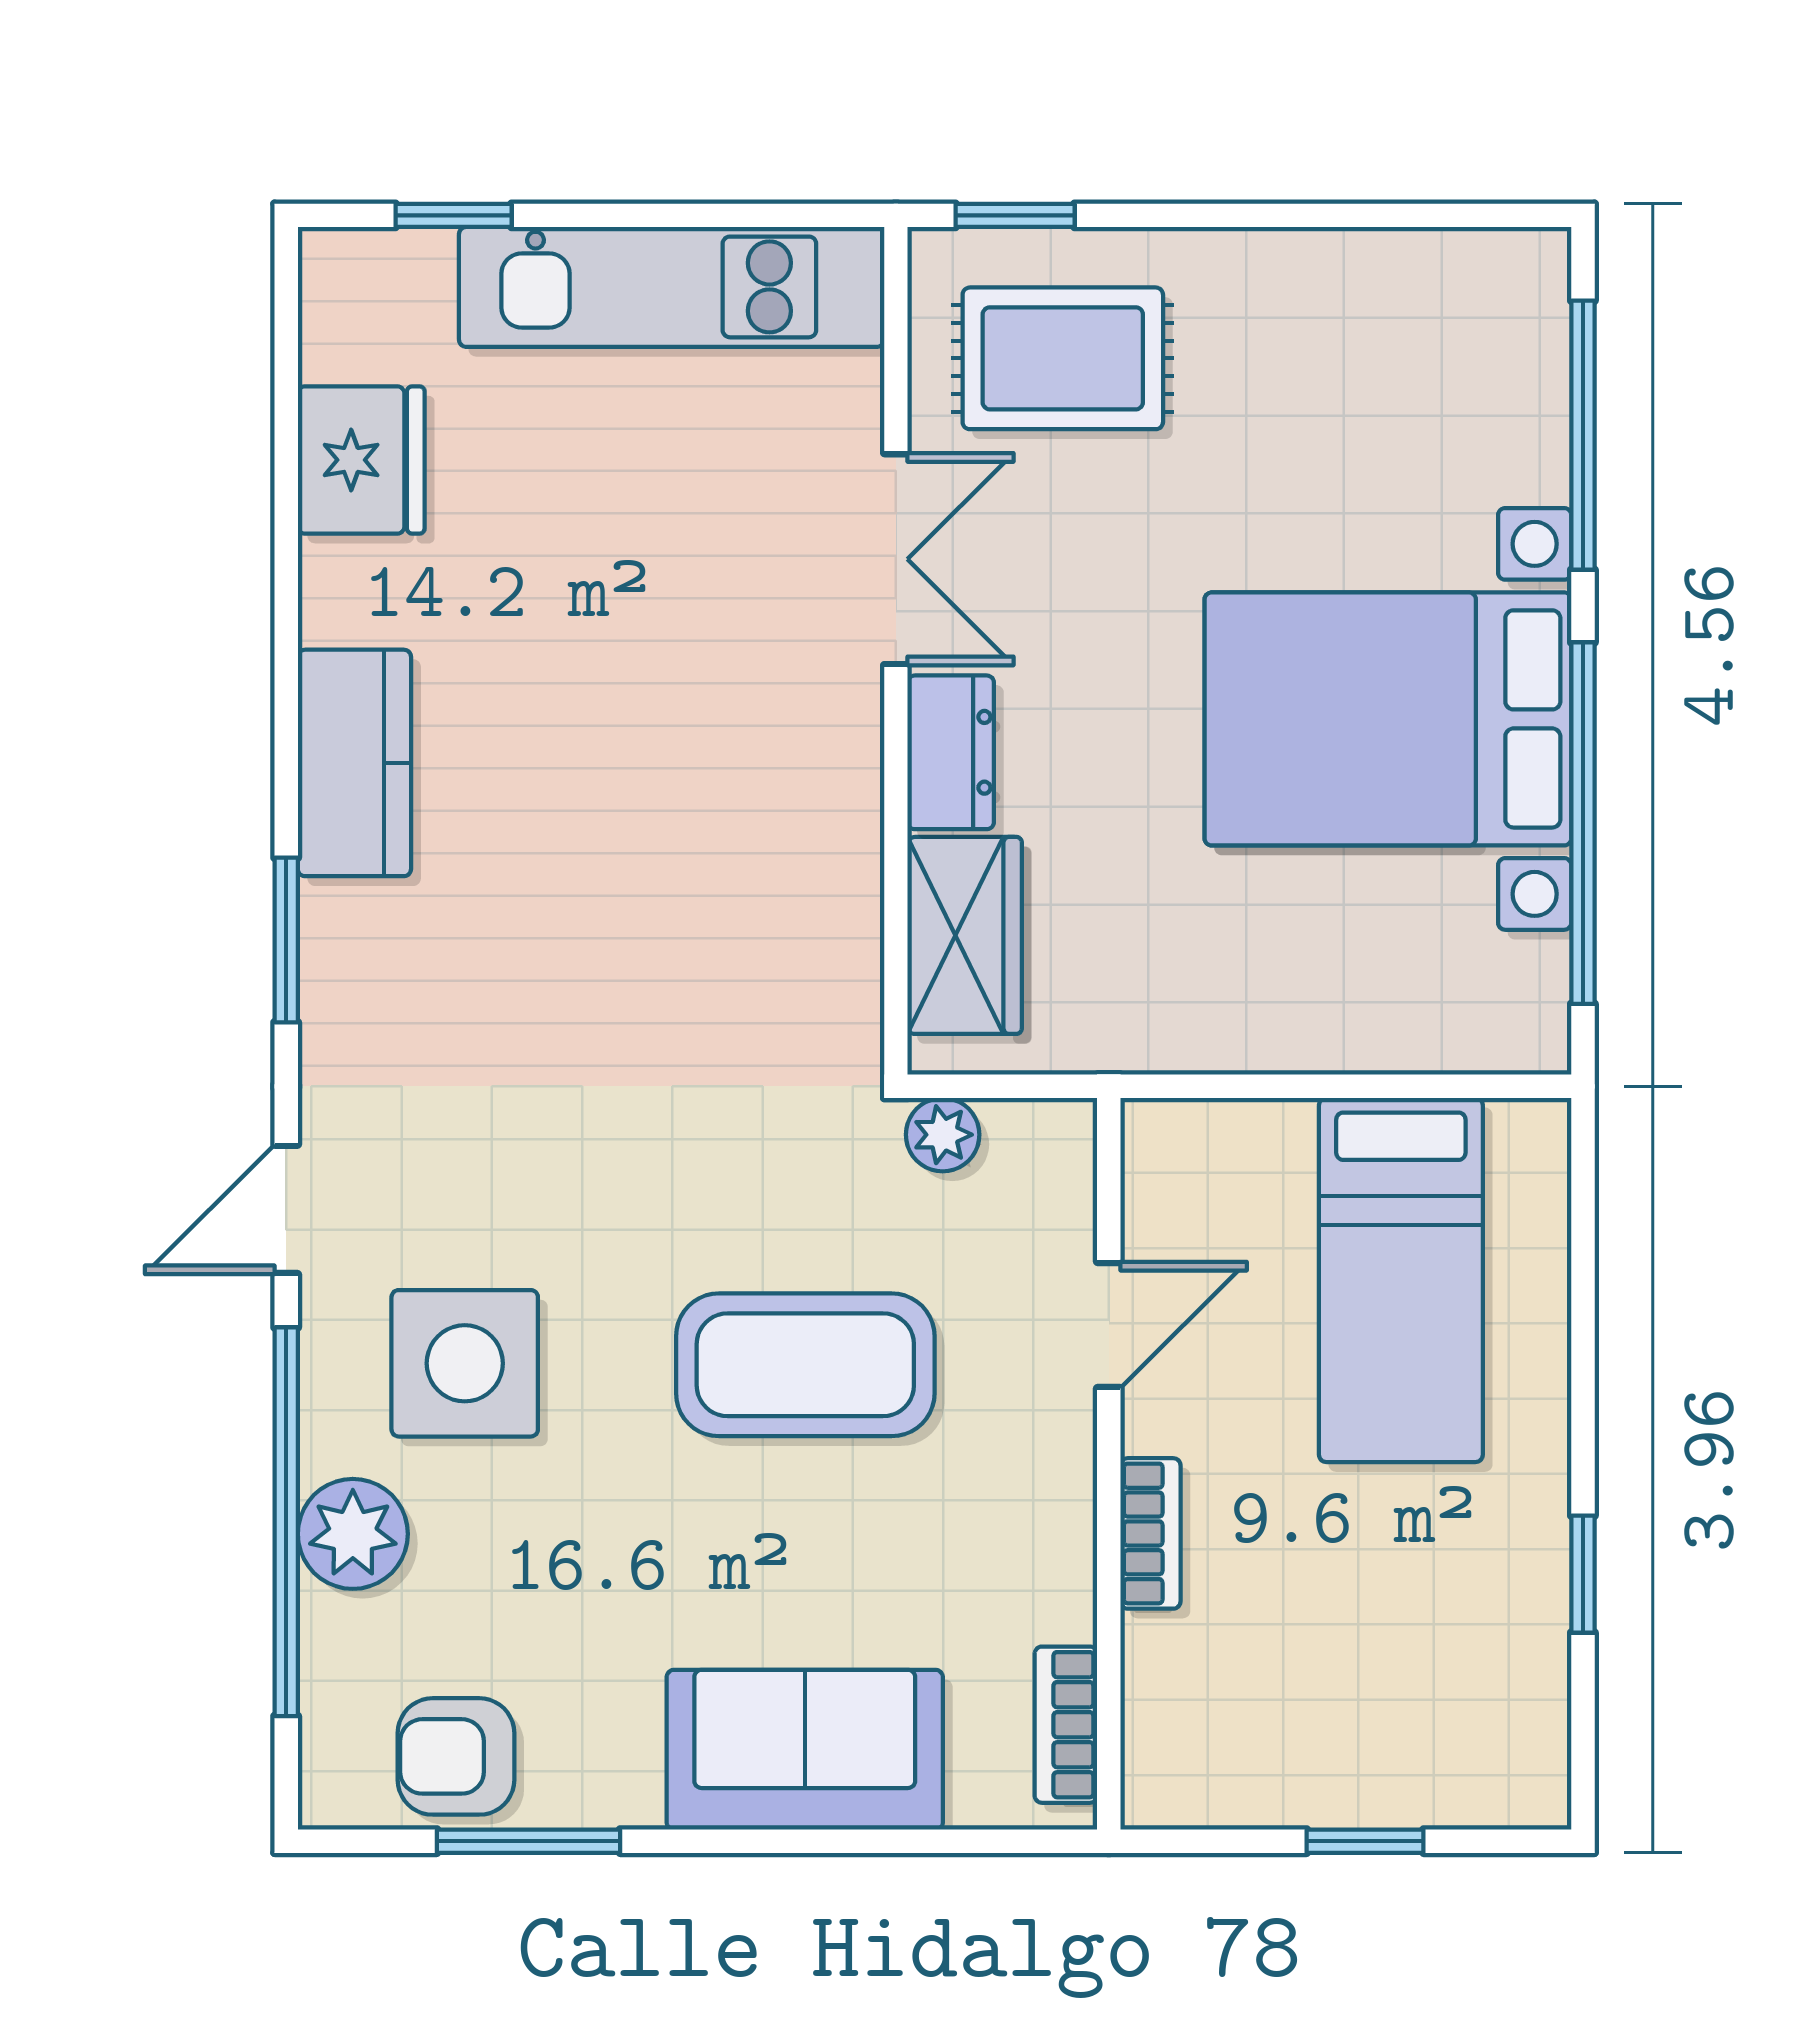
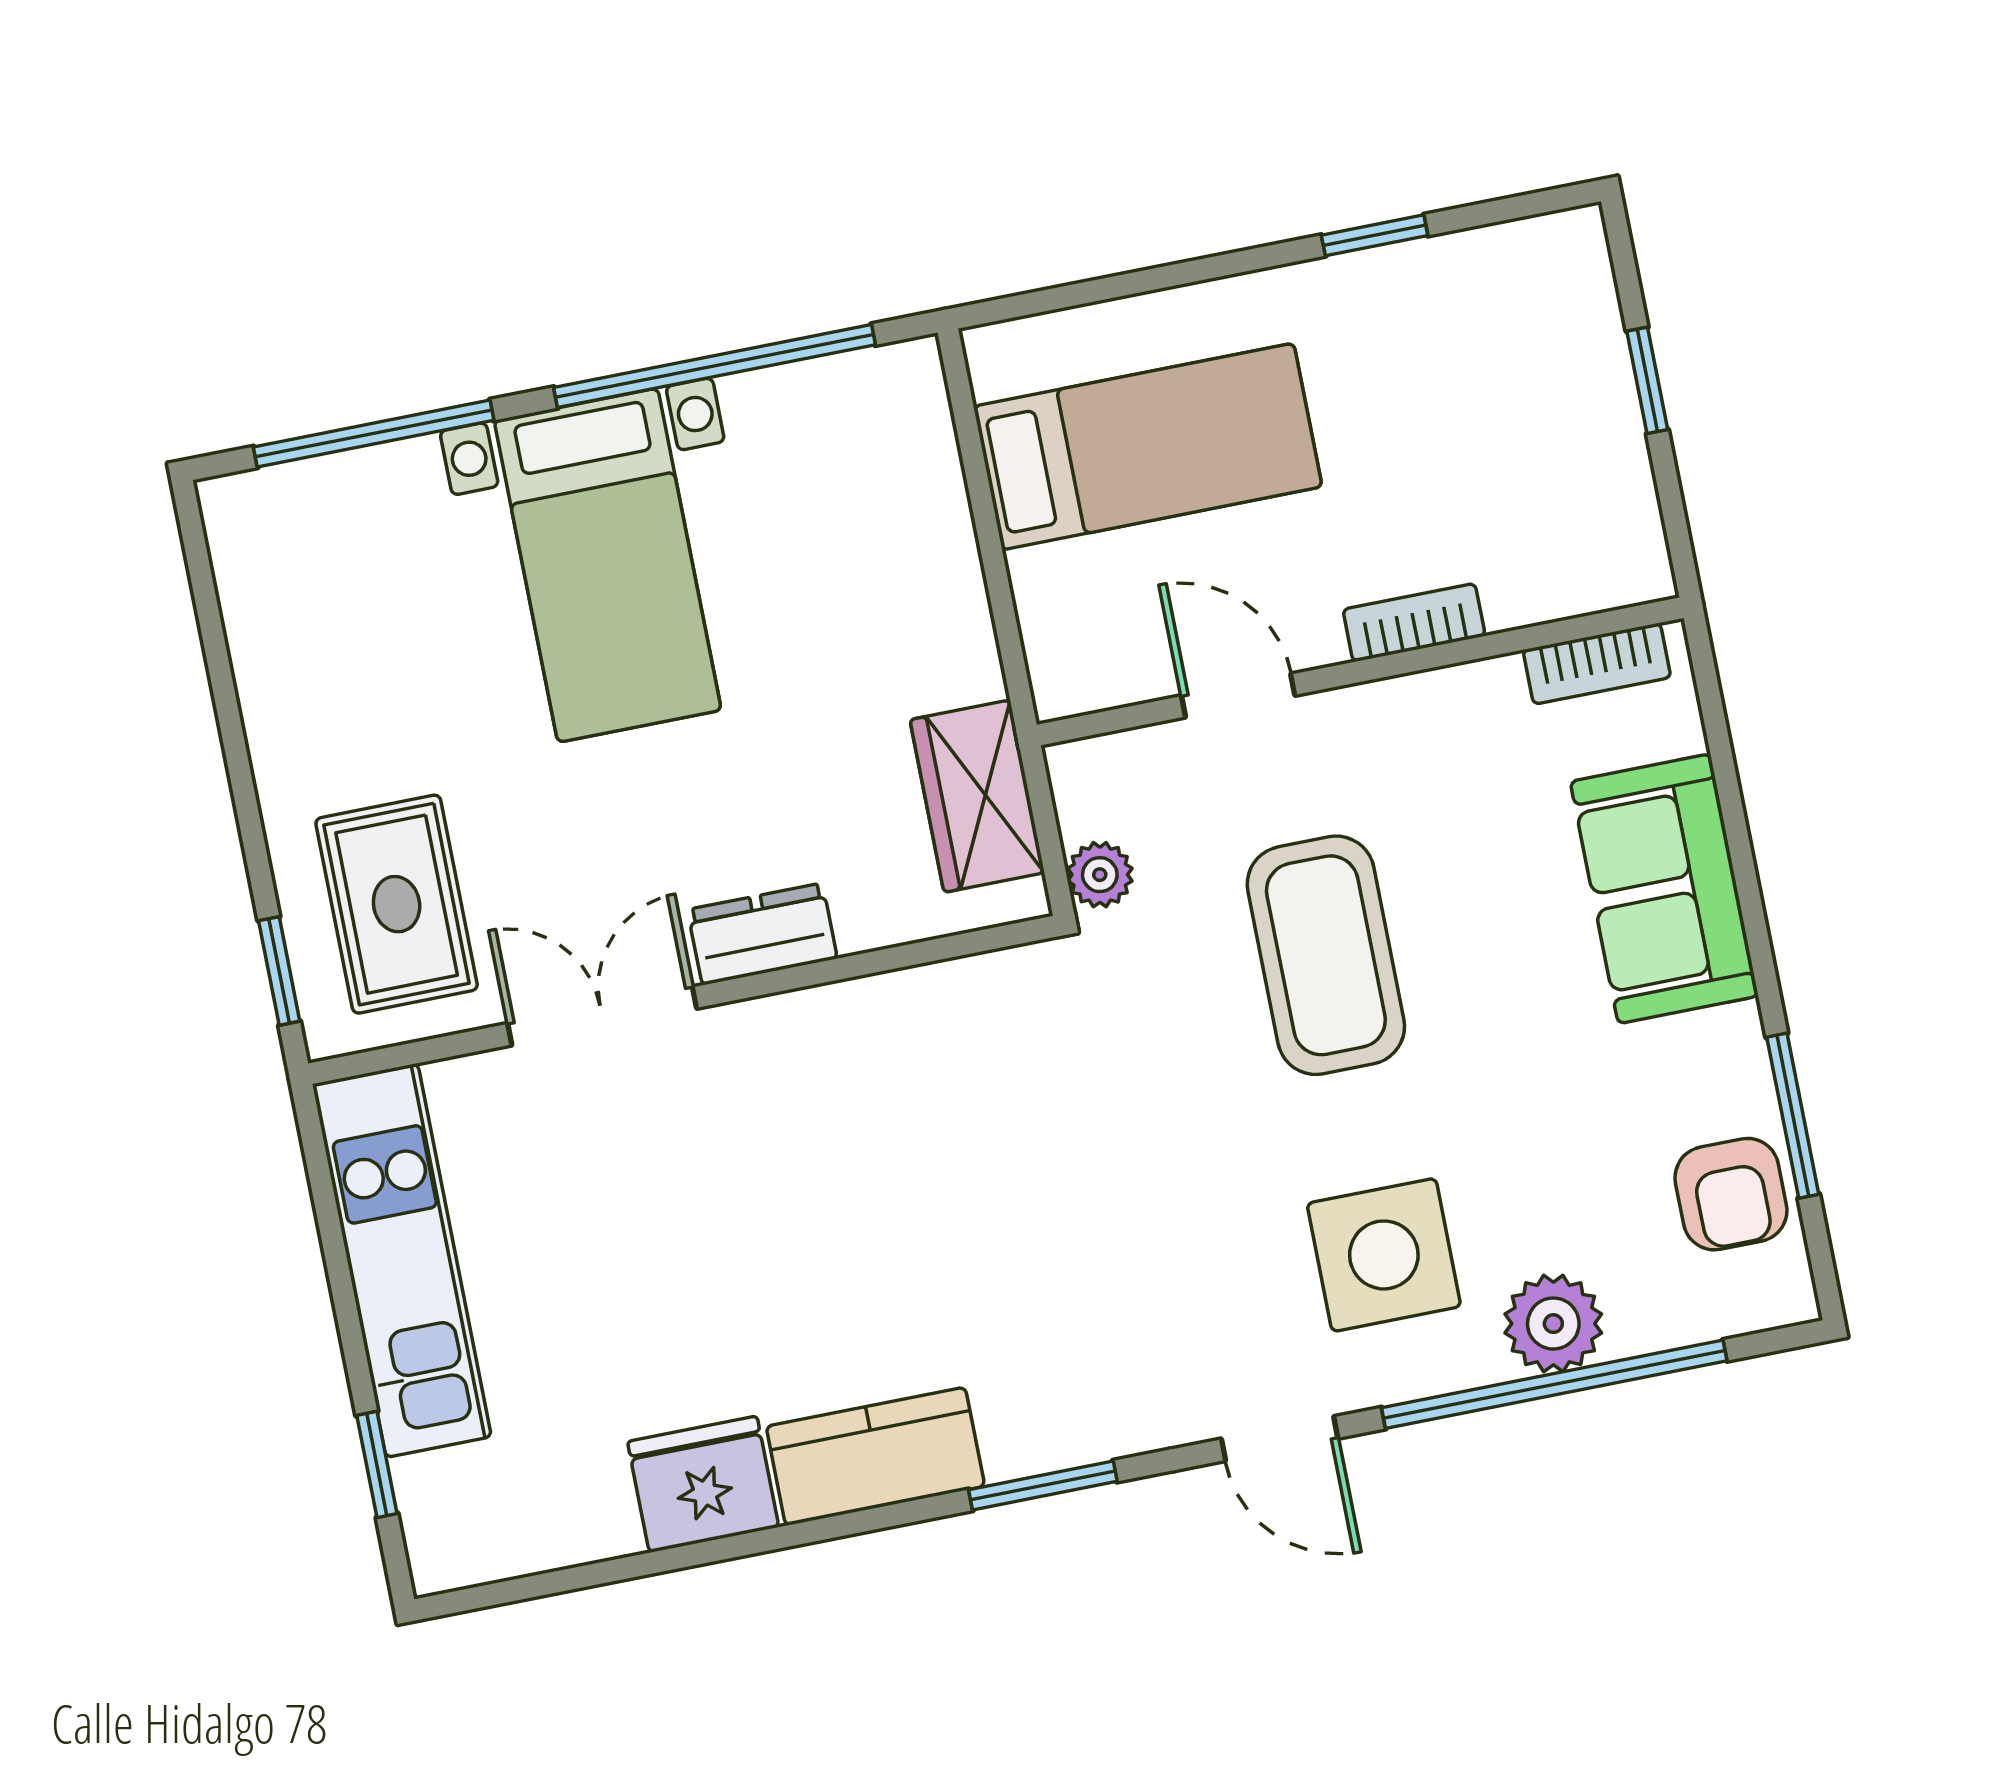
fridge: (361, 460) -> (703, 1484), moved
bed with nightstands: (1388, 719) -> (608, 565), width x0.73
wardrobe: (965, 935) -> (977, 796), moved, turned -90

